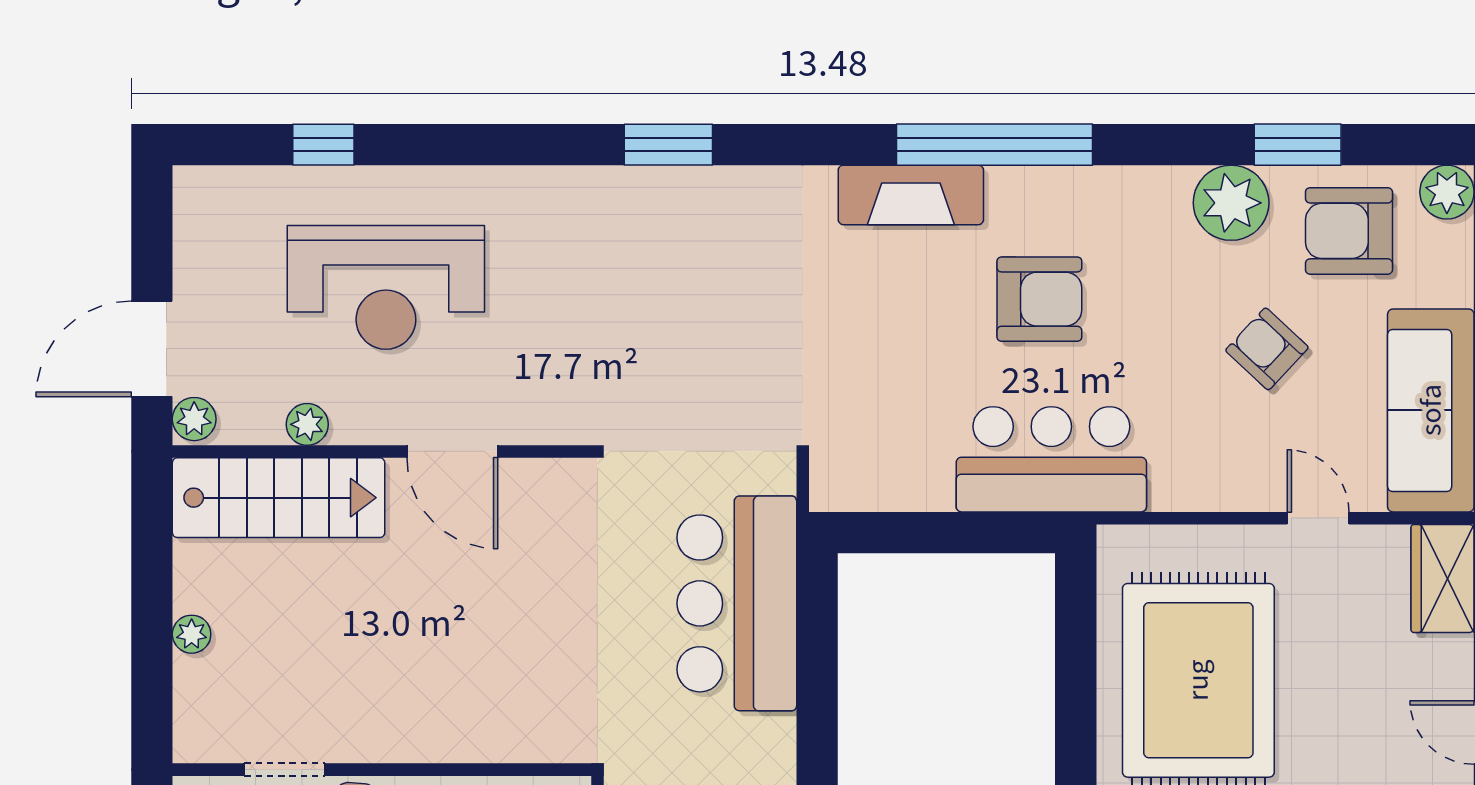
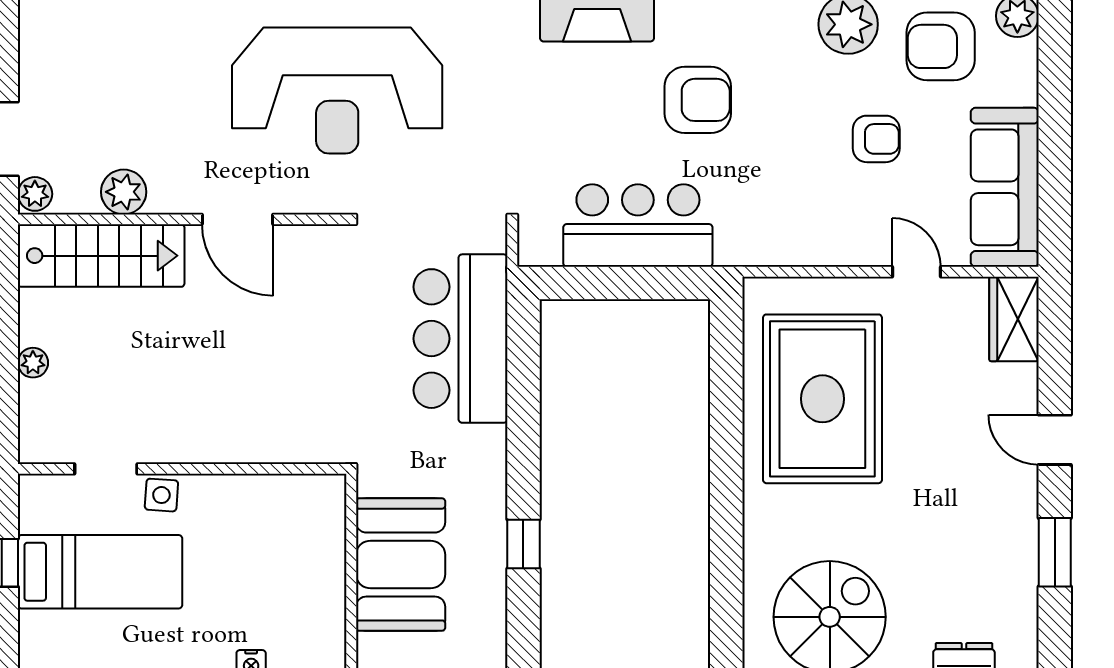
reception desk: (386, 287) -> (337, 90), moved, width x1.36, depth x1.30
armchair: (1267, 349) -> (876, 139), turned 137
plant: (307, 424) -> (124, 192), width x1.38, depth x1.38
bar counter: (1051, 459) -> (638, 225), moved

